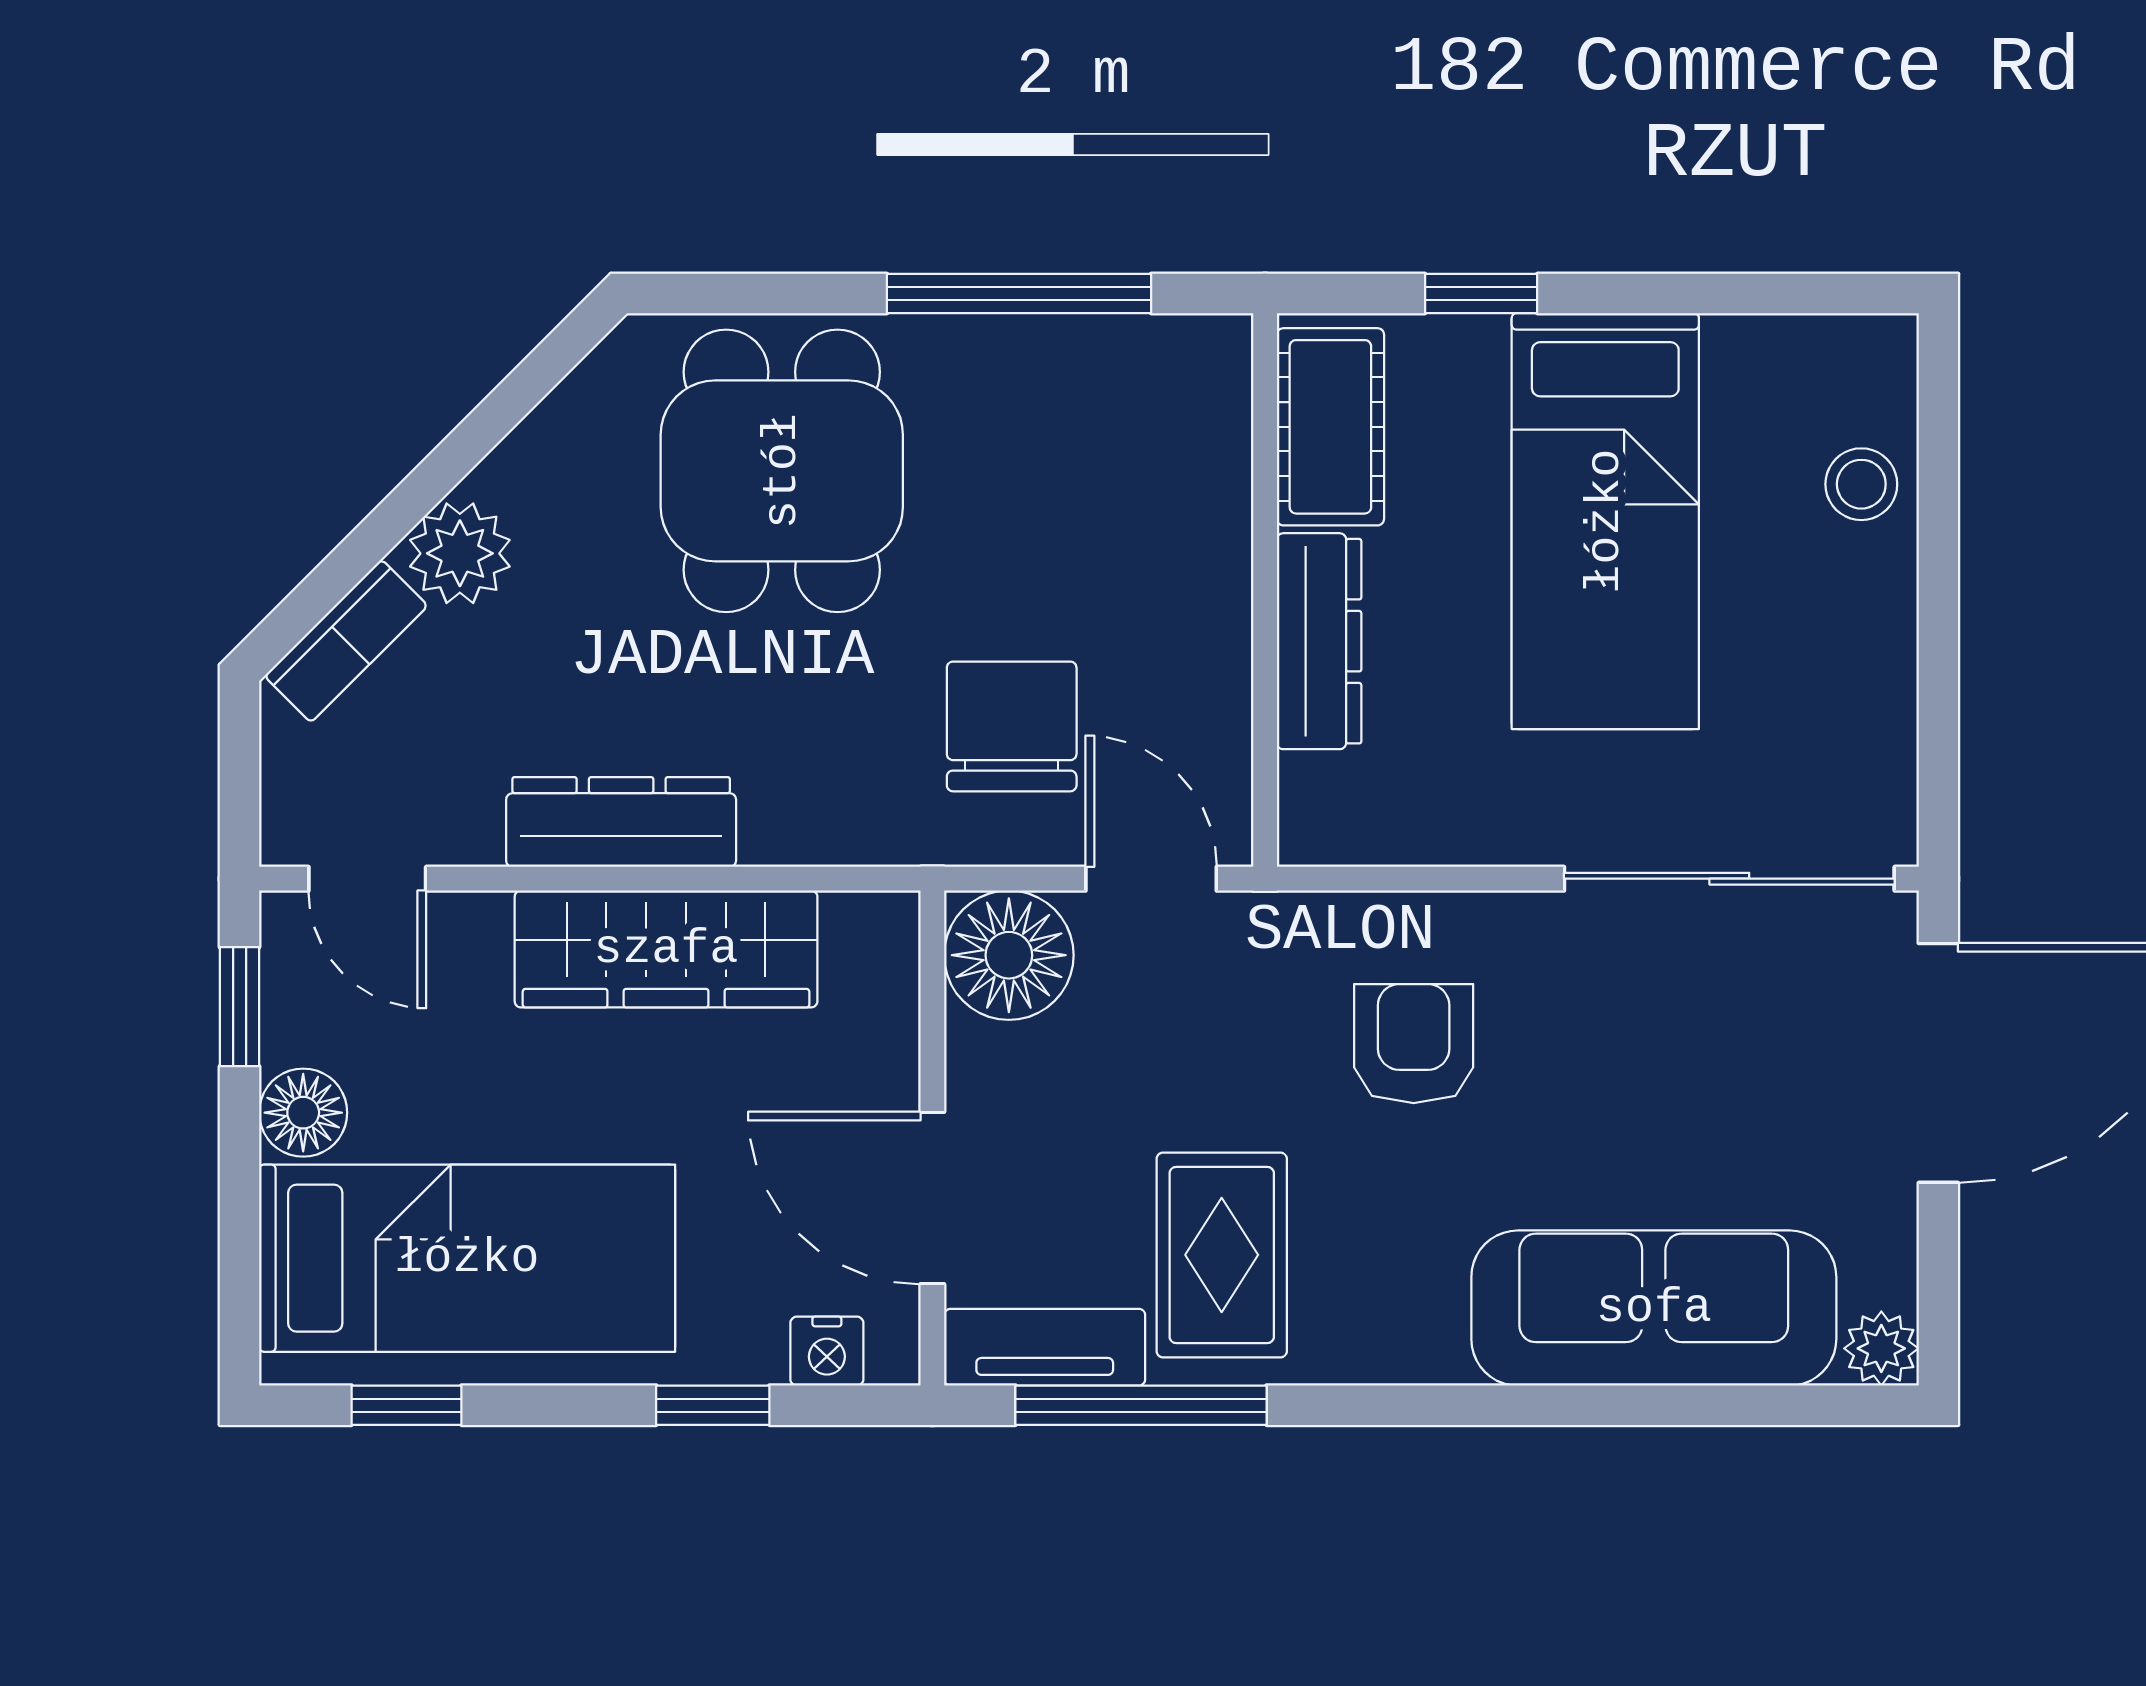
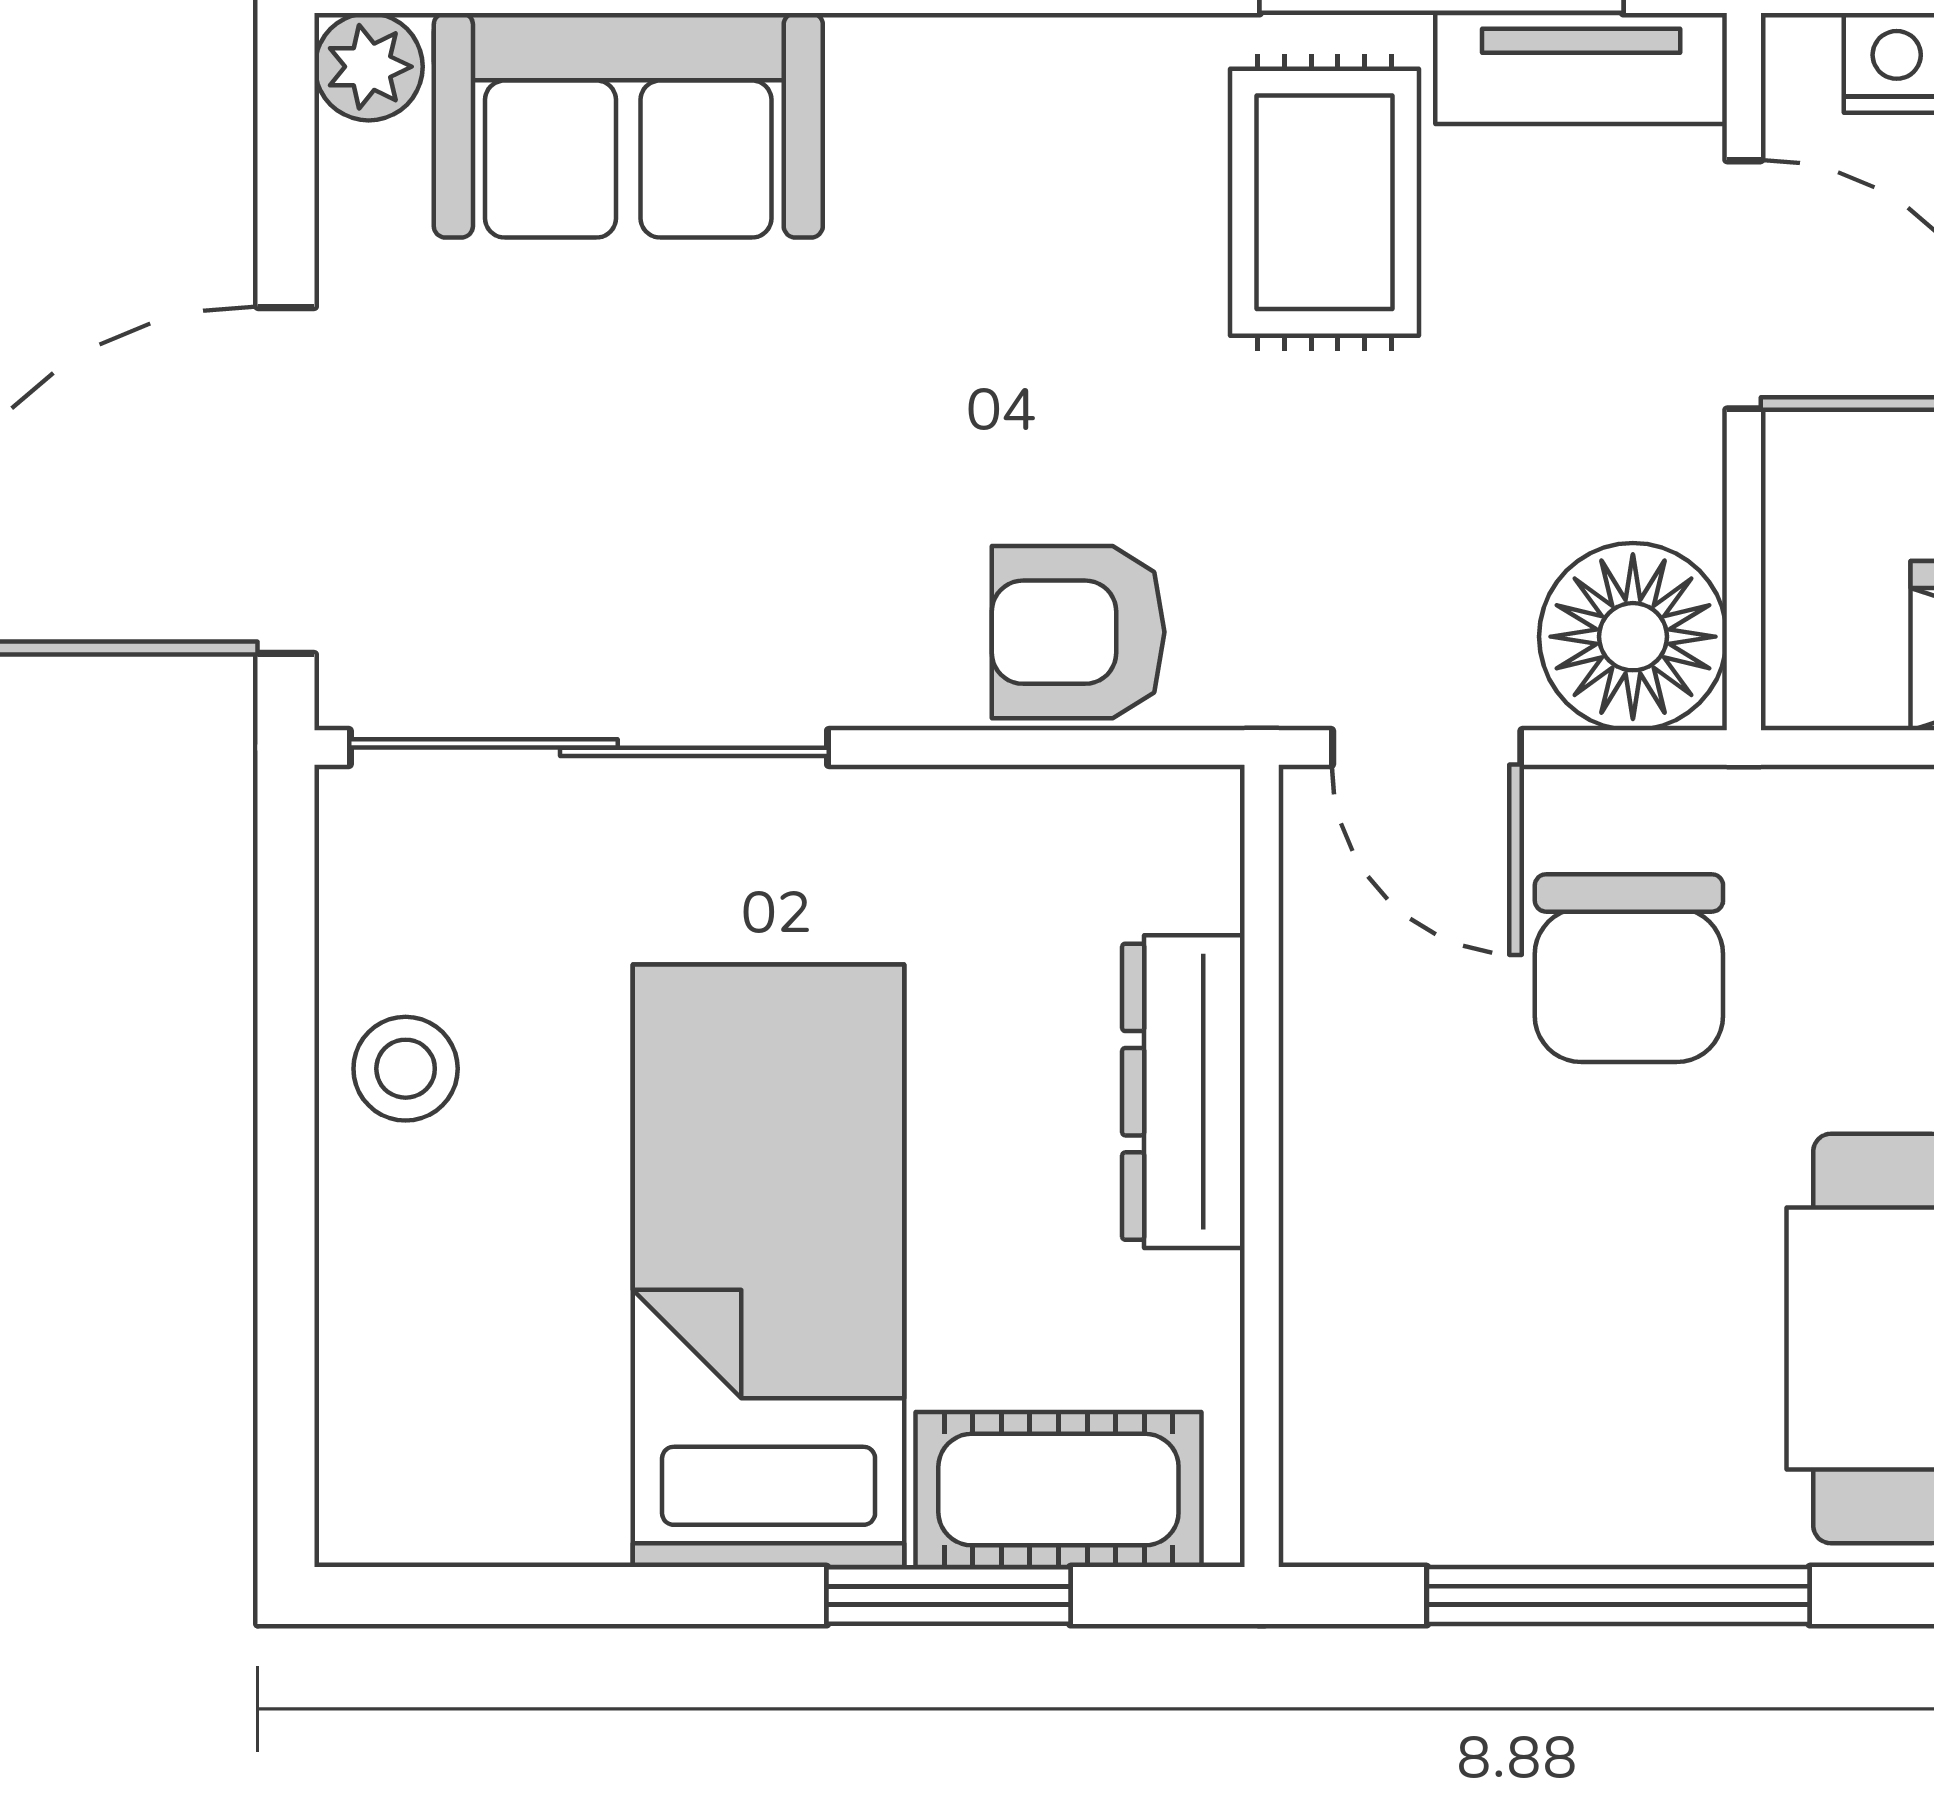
window: (1481, 294) -> (949, 1596), width x1.50
cot: (1330, 427) -> (1058, 1490), moved, turned 90
stool: (1861, 484) -> (406, 1069), moved
armchair: (1414, 1044) -> (1078, 632), moved, turned 90
sofa: (1654, 1308) -> (628, 125), width x0.73

